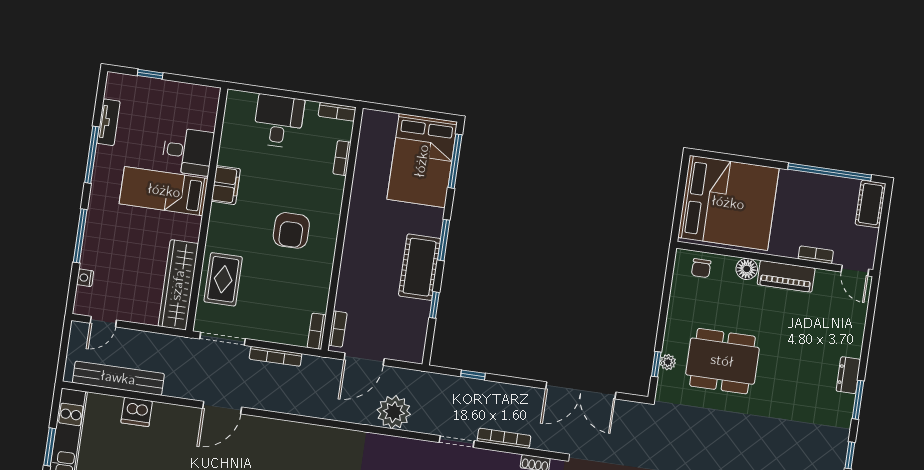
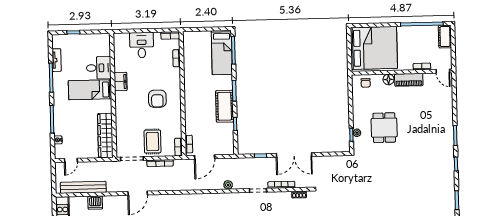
bed: (422, 161) -> (222, 53), width x0.67
rug: (223, 279) -> (153, 142), moved
dining table: (722, 361) -> (384, 128), width x0.73
dresser: (848, 375) -> (448, 124), removed
double door: (581, 390) -> (294, 155), moved
plant: (394, 412) -> (228, 185), width x0.53, depth x0.53

